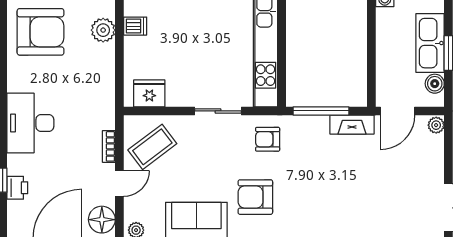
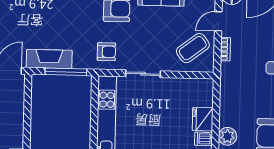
fridge: (149, 93) -> (203, 119), moved, turned 90
fireplace: (352, 125) -> (49, 59), width x1.37, depth x1.32

